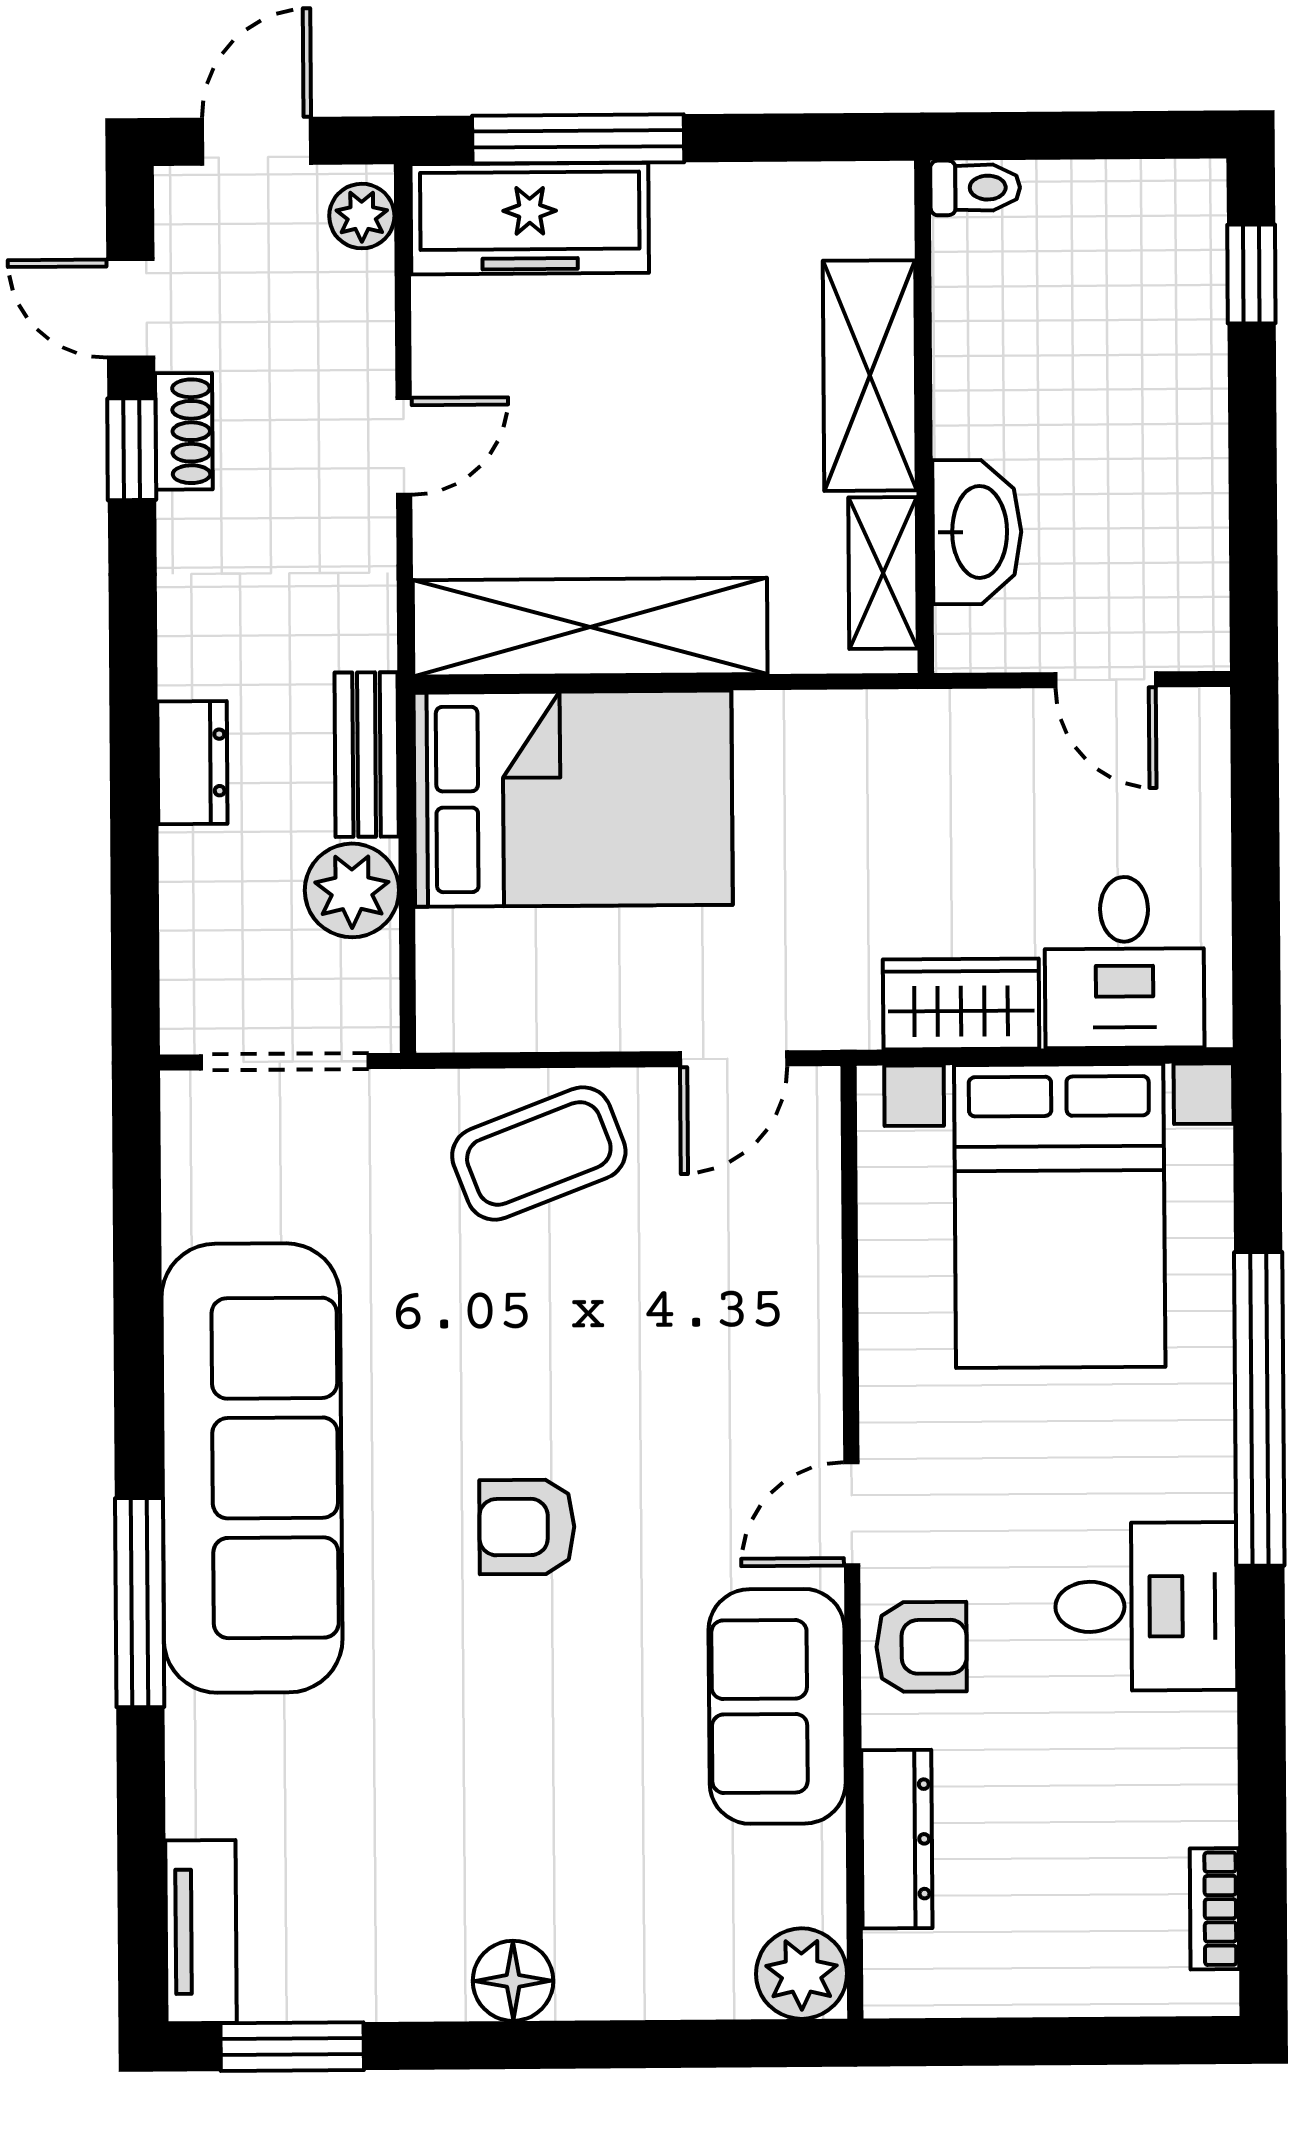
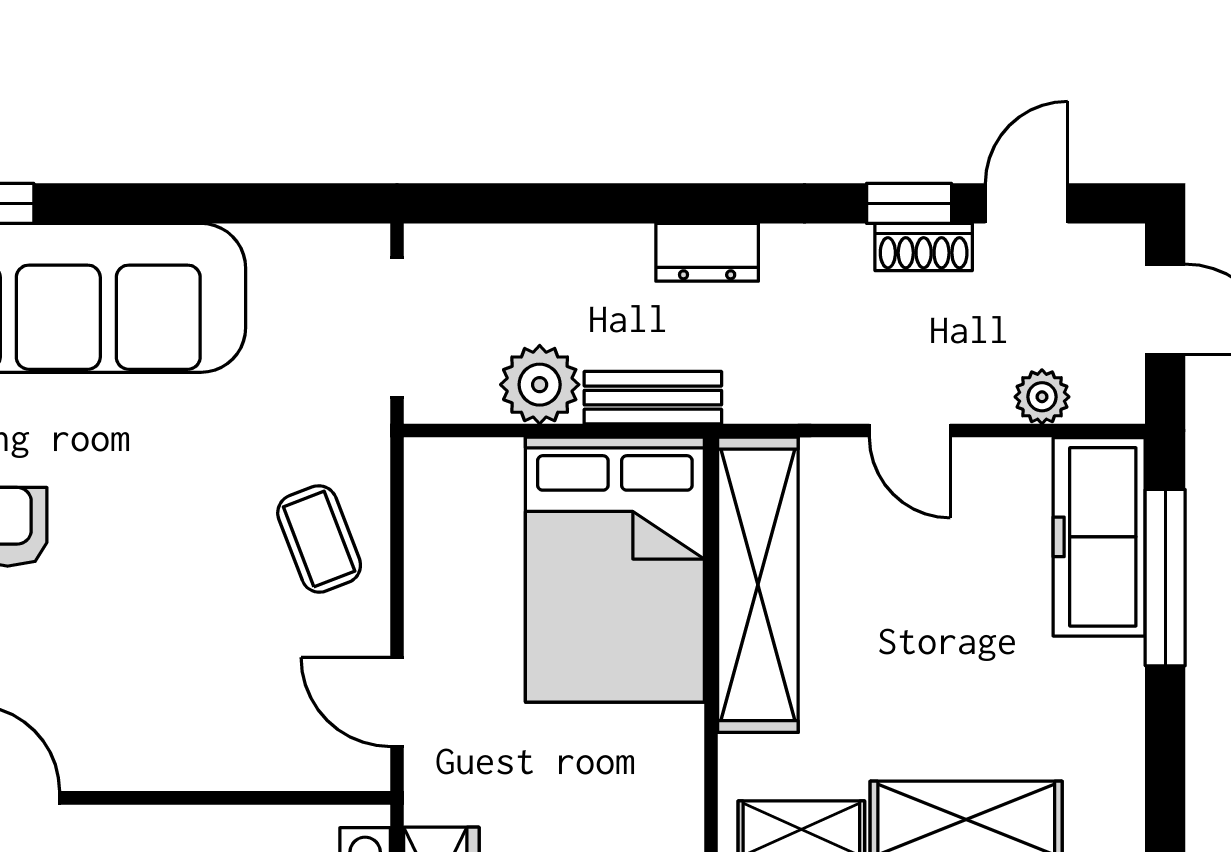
plant: (362, 216) -> (1042, 397), moved
dresser: (192, 763) -> (707, 252), moved
coffee table: (539, 1153) -> (319, 539), width x0.73, depth x0.77

